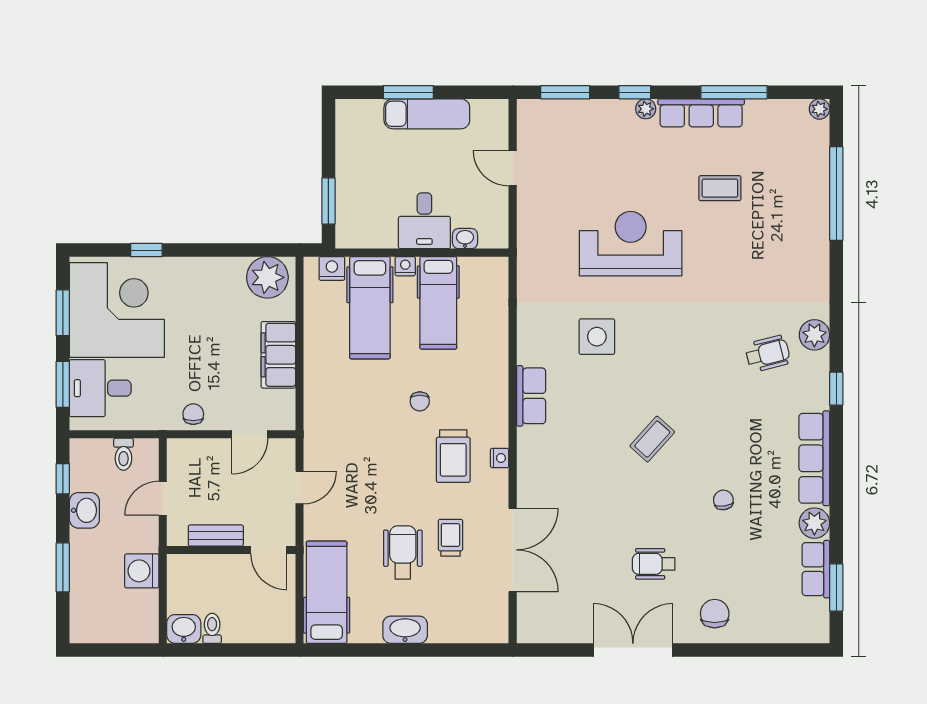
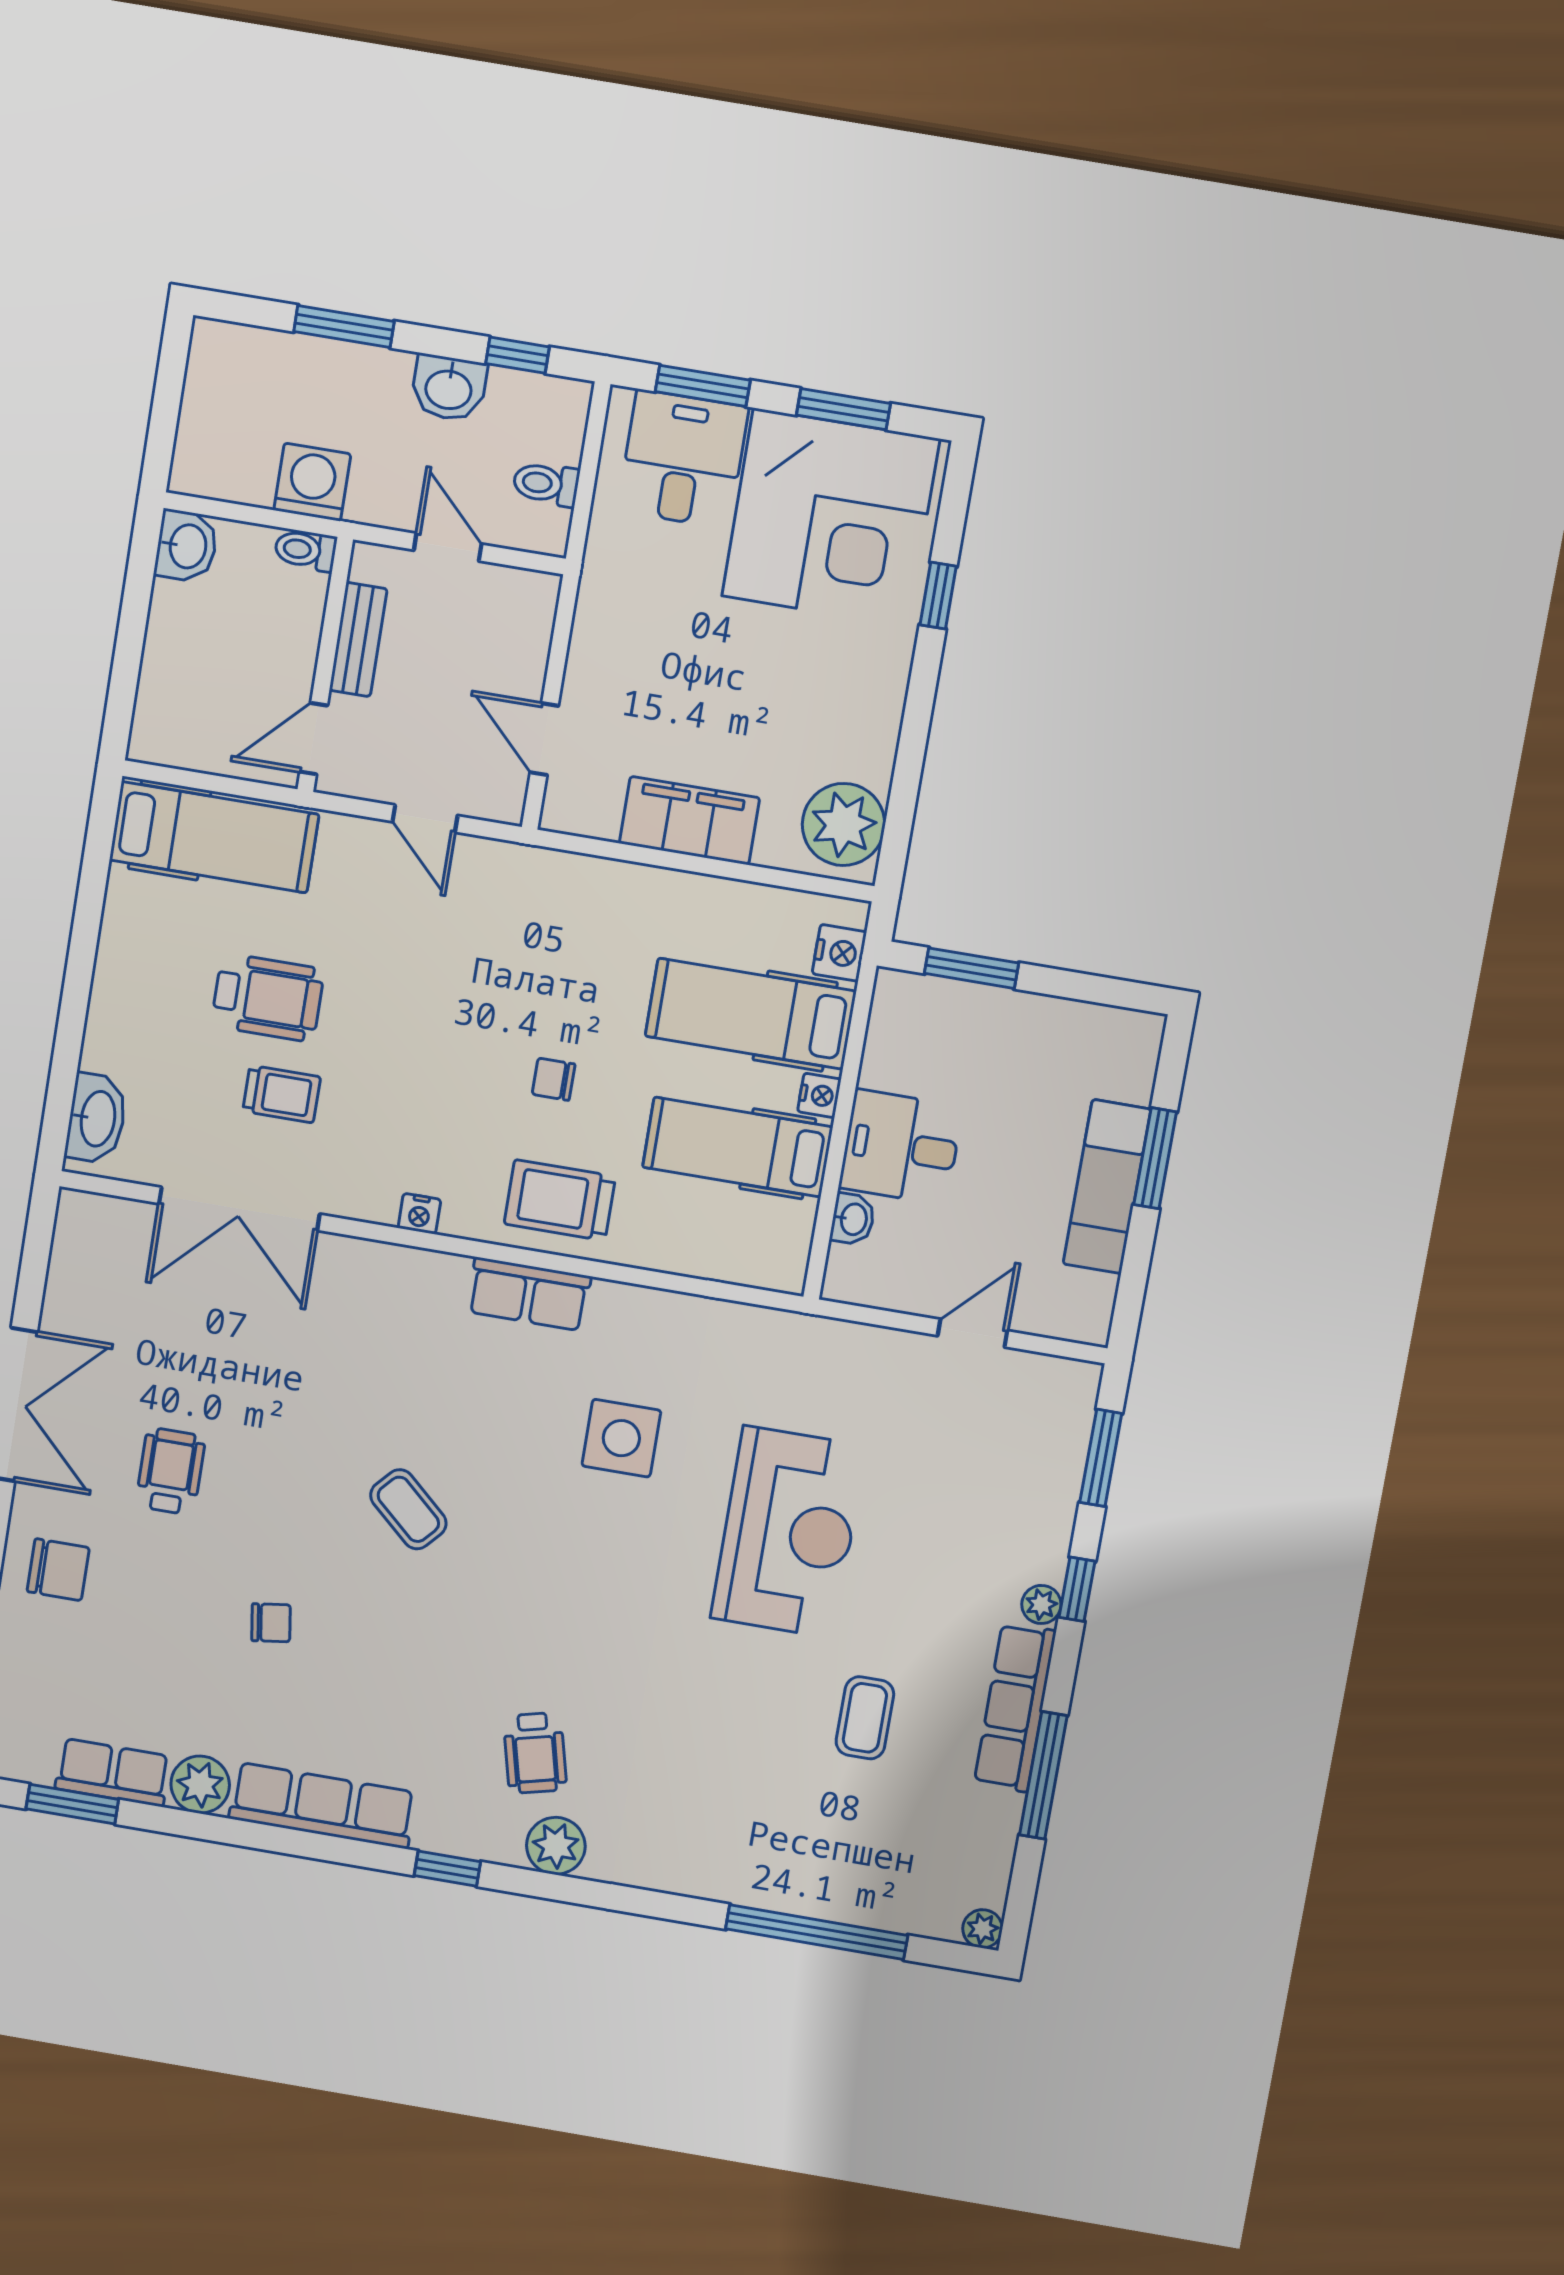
chair: (193, 414) -> (602, 635), removed
trolley: (453, 456) -> (560, 1200), moved
toilet: (212, 628) -> (306, 550), moved, turned 180
washbasin: (405, 630) -> (96, 1118), moved

